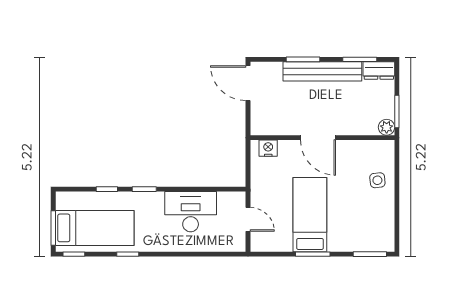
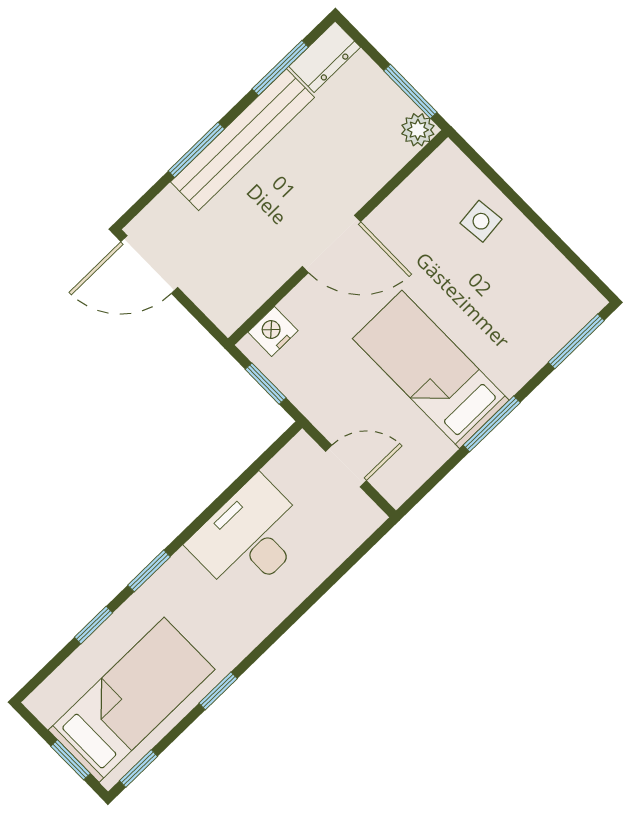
window: (248, 164) -> (266, 384), added
window: (53, 228) -> (70, 760), width x0.67

